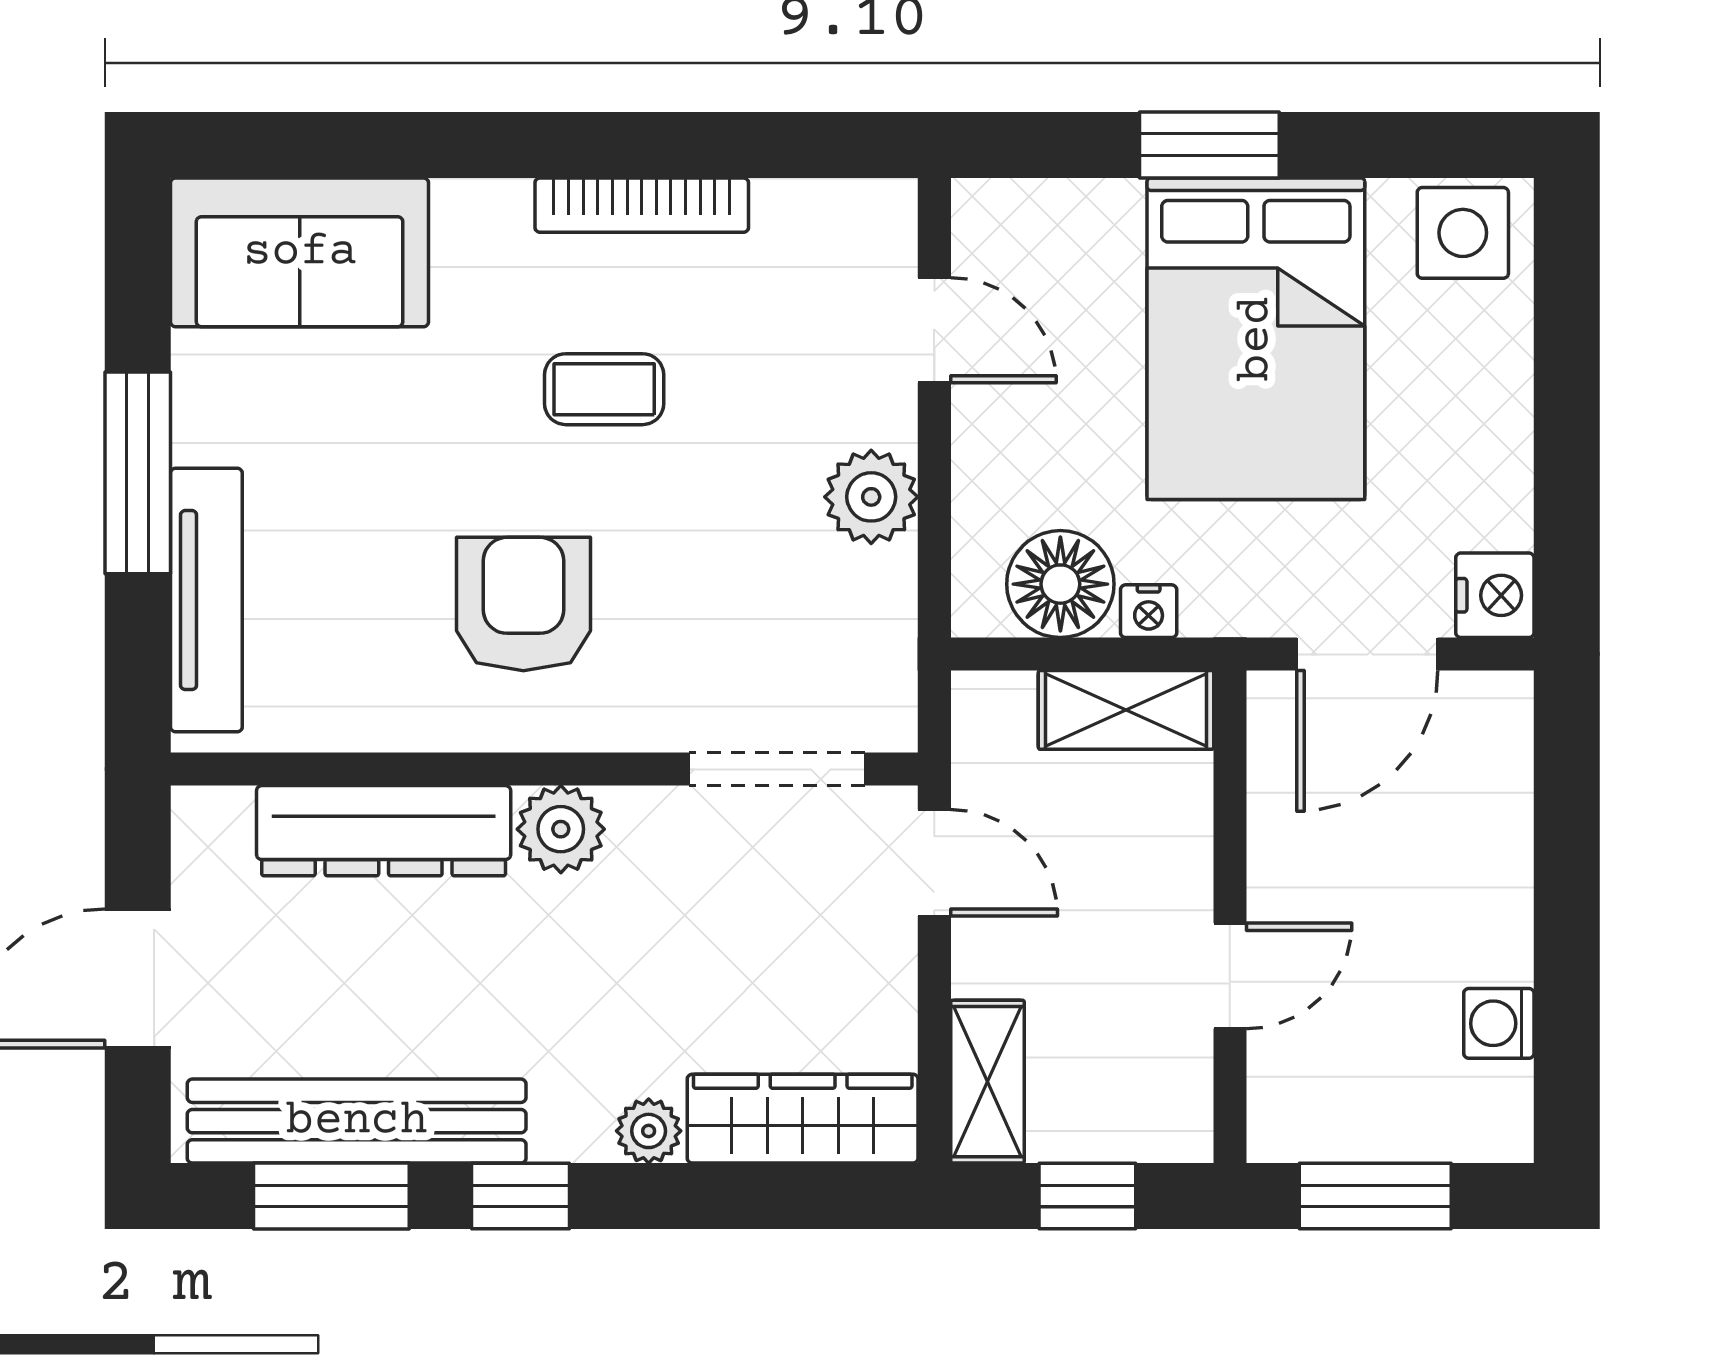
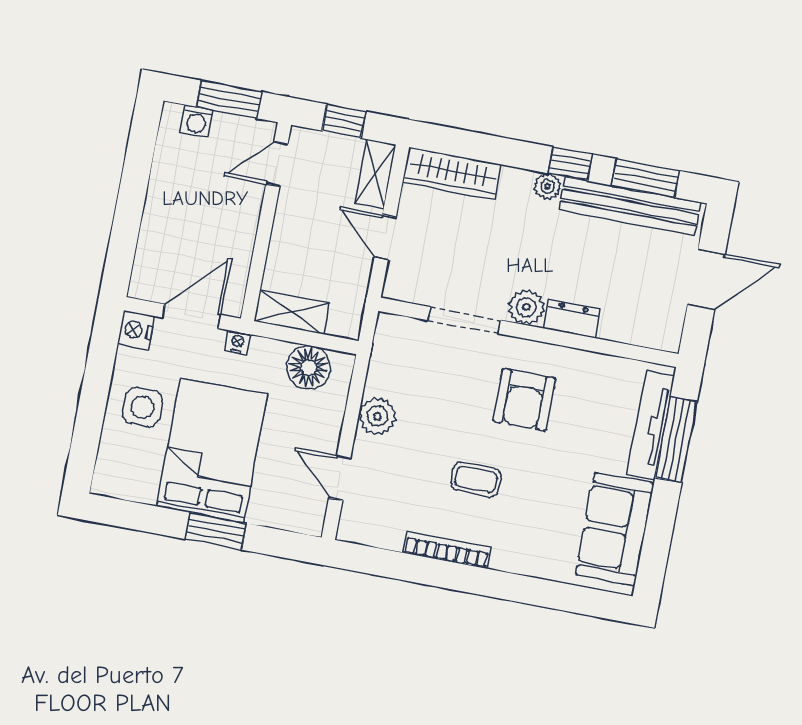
side table: (1463, 233) -> (142, 407), moved
sofa: (300, 252) -> (615, 529), moved, turned -90
window: (138, 473) -> (676, 440), moved
nightstand: (1149, 611) -> (237, 343), moved
doorway: (777, 769) -> (464, 320), moved
dresser: (384, 831) -> (572, 319), width x0.51, depth x0.80
door: (934, 863) -> (385, 237), moved
door: (1230, 976) -> (277, 164), moved
washing machine: (1499, 1023) -> (197, 121), moved, turned 90
plant: (649, 1131) -> (548, 186), moved

